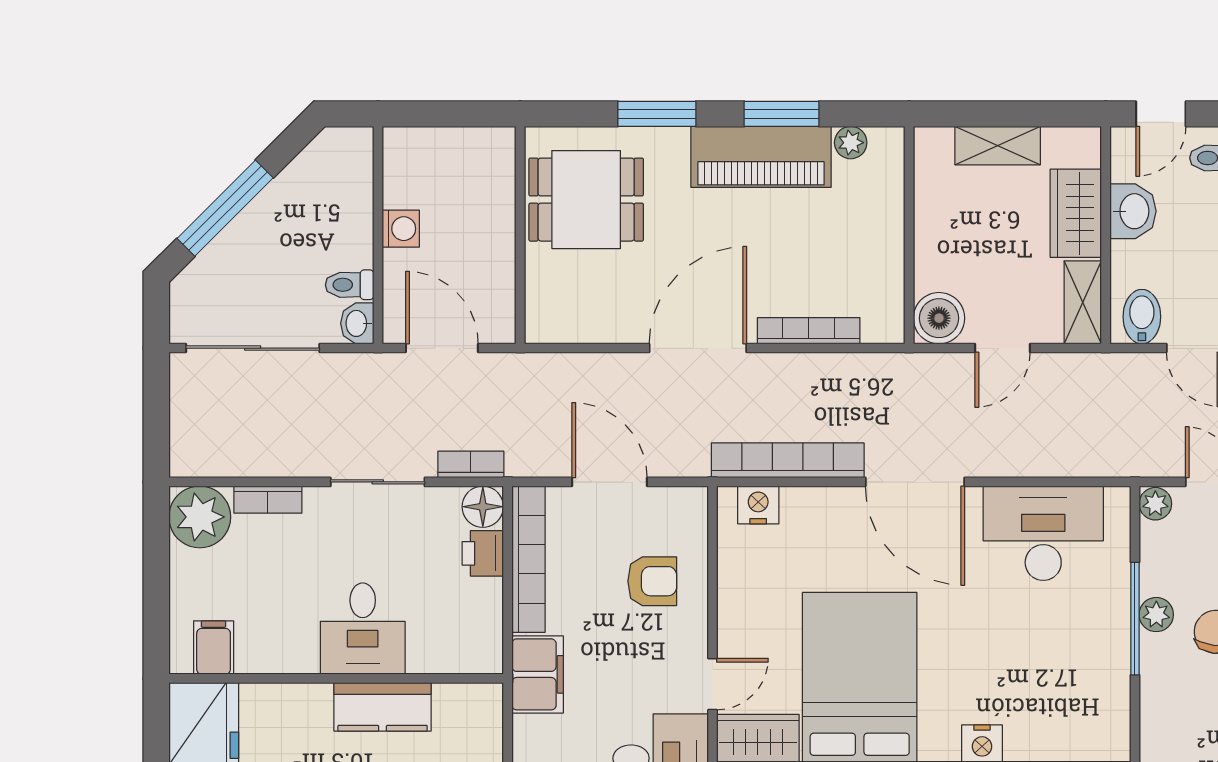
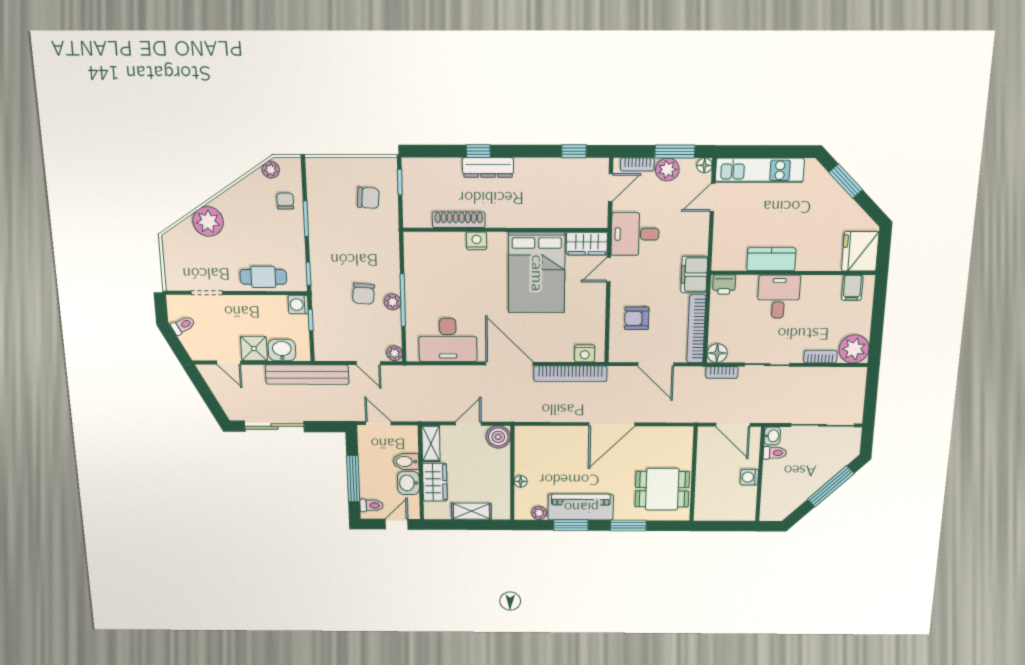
floor lamp: (891, 216) -> (521, 481), added
bidet: (1142, 317) -> (406, 462), moved, turned 90
bookcase: (809, 331) -> (560, 432), removed
printer: (483, 553) -> (724, 285), moved, turned 90

